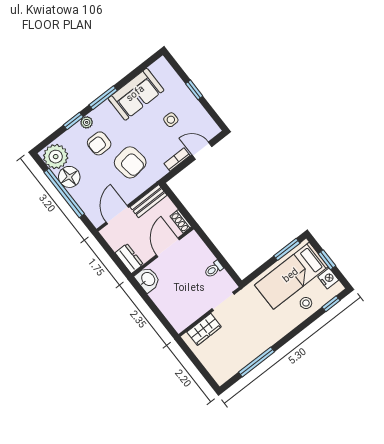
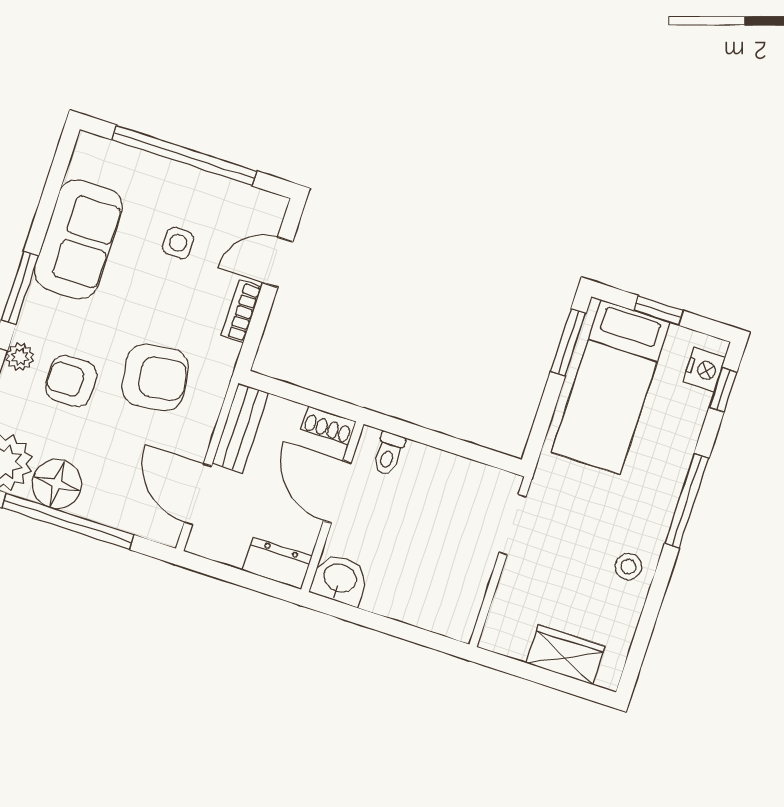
window: (194, 90) -> (184, 155), width x3.17
armchair: (99, 143) -> (71, 381), turned 90
toilet: (214, 269) -> (388, 454), moved
nightstand: (328, 278) -> (704, 370), moved, turned 90
stool: (306, 303) -> (628, 567), moved
wardrobe: (204, 329) -> (566, 655), moved, turned -90
window: (257, 362) -> (687, 501), moved

